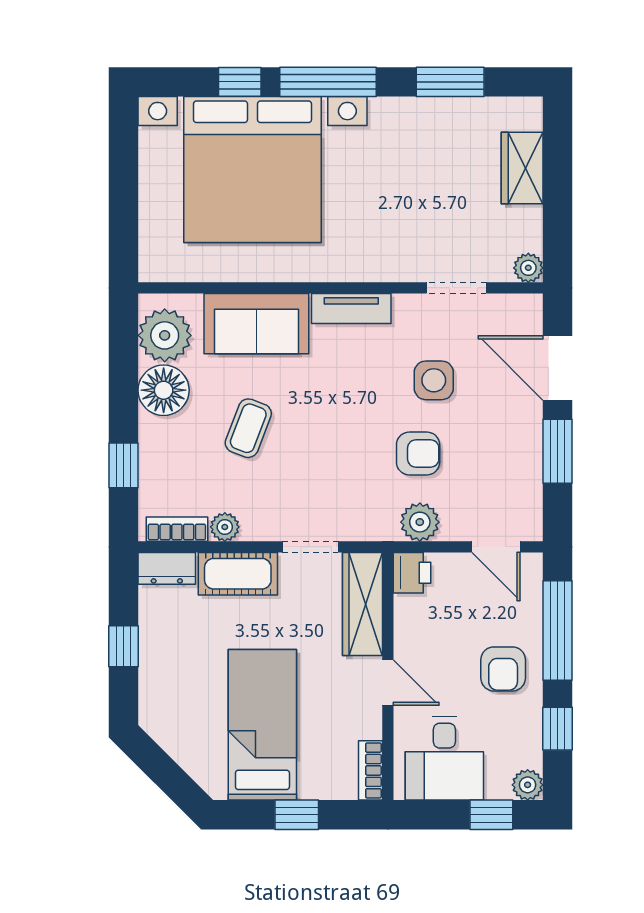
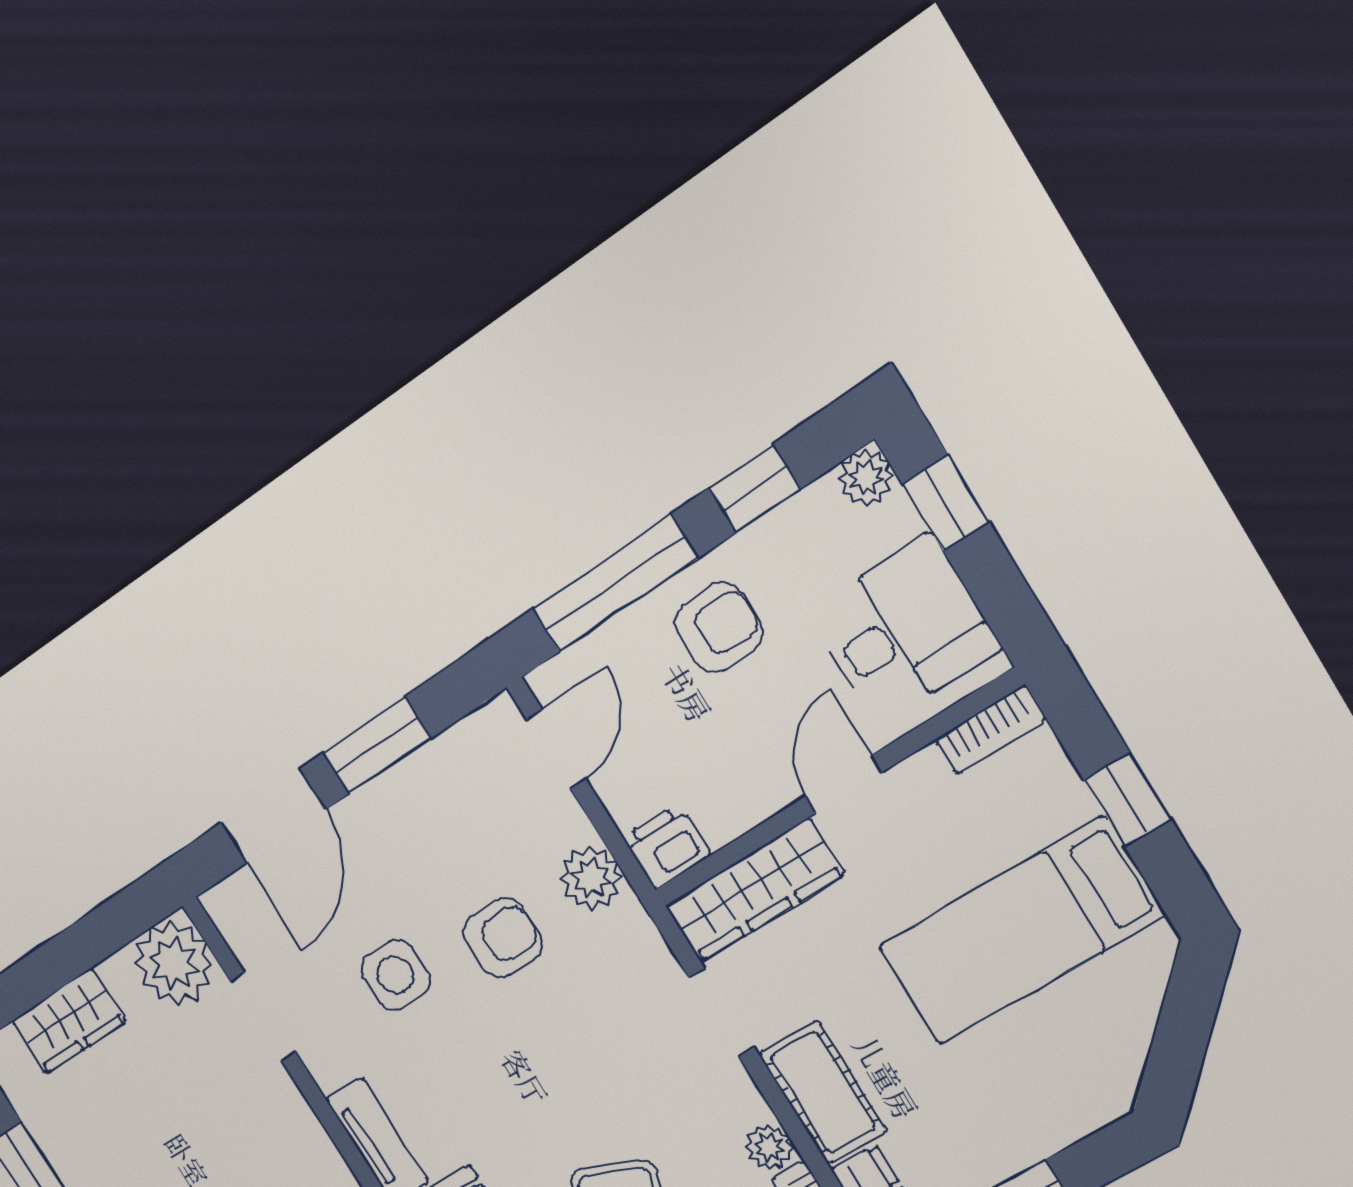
plant: (528, 268) -> (174, 964), width x1.87, depth x1.87
armchair: (418, 453) -> (502, 938), turned 90

